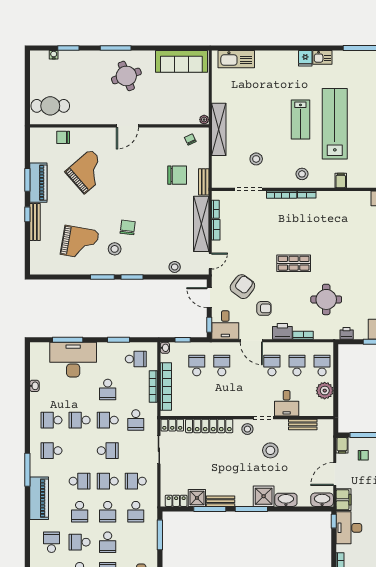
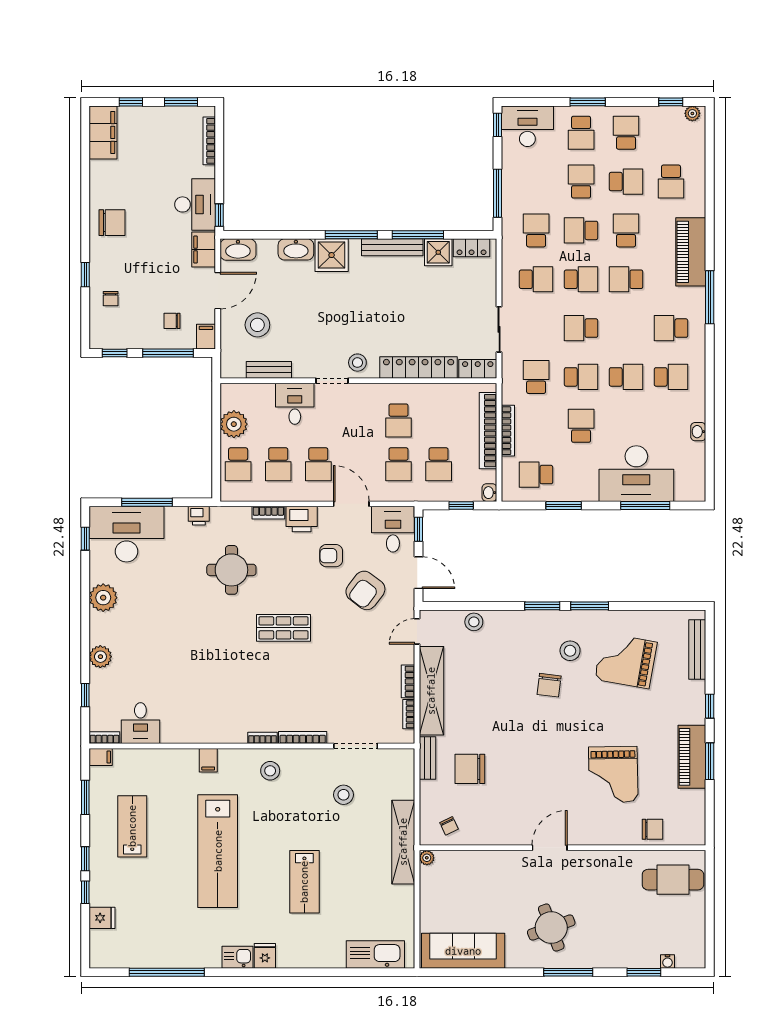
lab bench: (300, 119) -> (304, 882), moved, turned 180
grand piano: (88, 172) -> (613, 774), turned -50
bench: (35, 222) -> (697, 650), moved
school desk: (222, 393) -> (398, 420), added
stool: (270, 450) -> (257, 325), moved
school desk: (51, 451) -> (671, 328), turned 180
bench: (221, 501) -> (392, 247), width x1.36
school desk: (108, 512) -> (581, 230), turned -90

